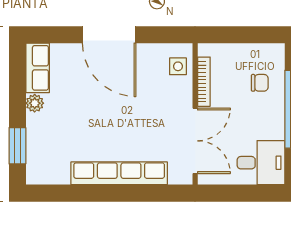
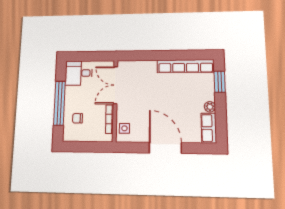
row of seats: (119, 173) -> (186, 66), moved

